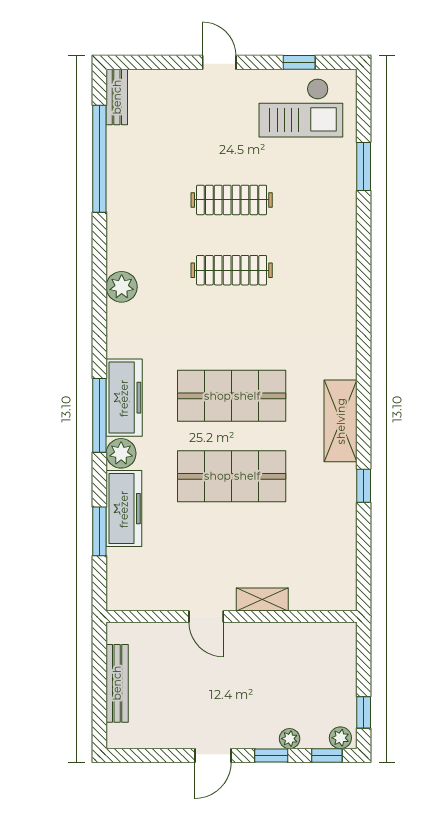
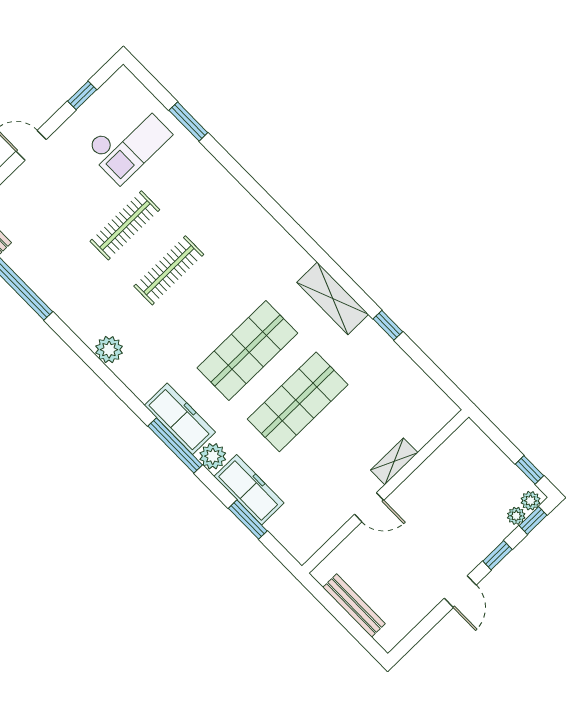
checkout: (301, 108) -> (128, 142), moved
plant: (290, 739) -> (516, 516), moved

